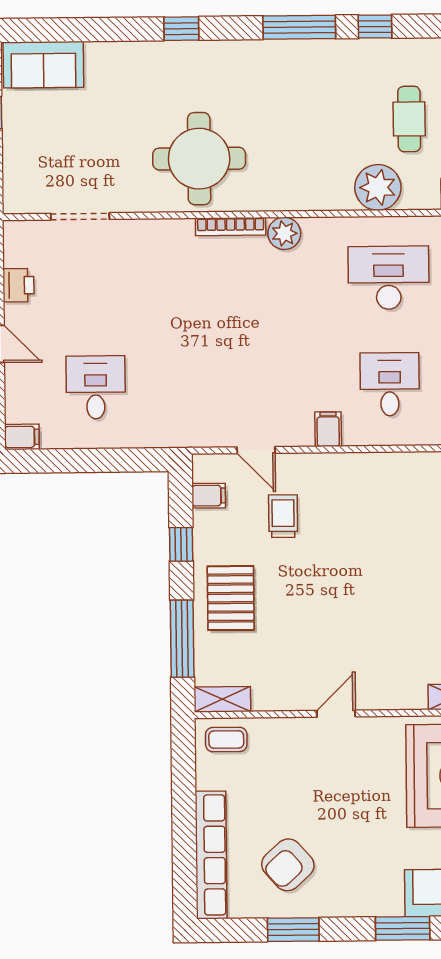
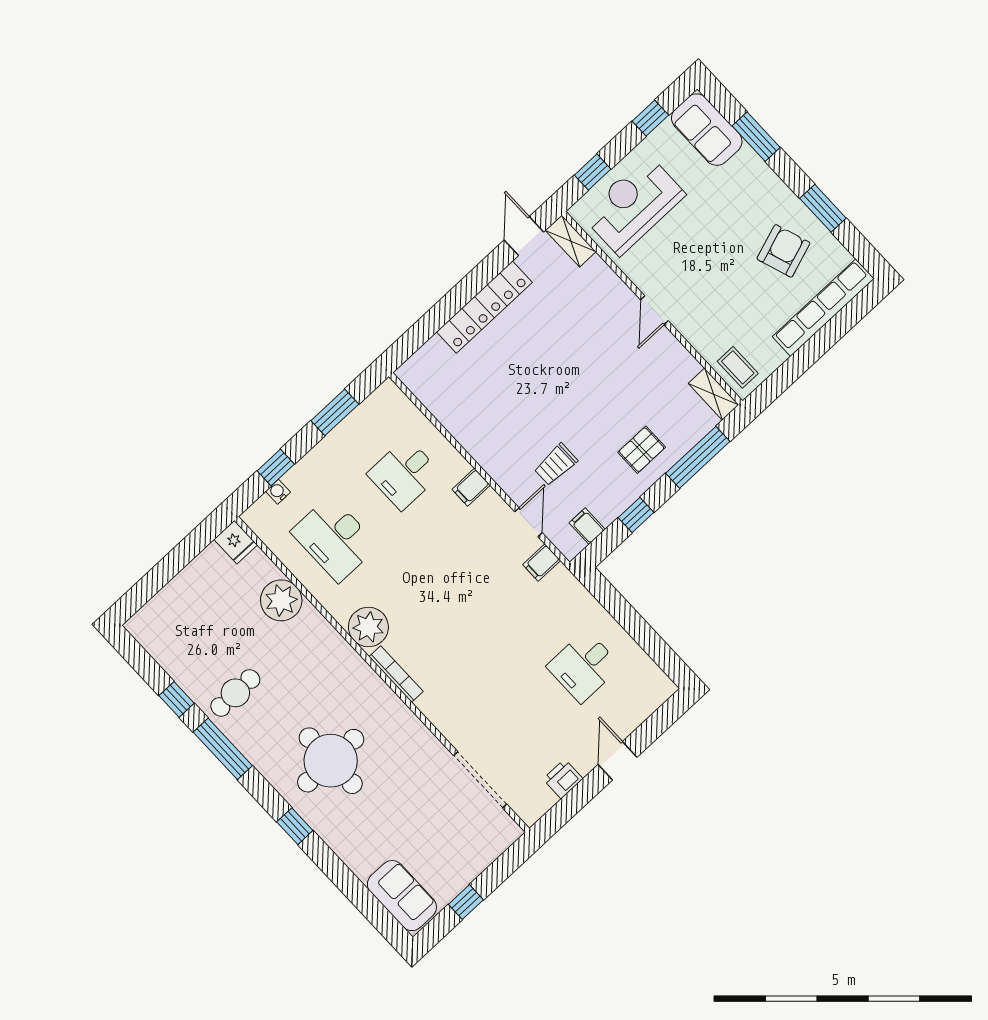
cafe table: (409, 119) -> (235, 693), moved
round table: (199, 159) -> (331, 761), moved
doorway: (80, 216) -> (480, 780), width x1.36
plant: (284, 233) -> (368, 627), width x1.36, depth x1.36
filing cabinet: (22, 437) -> (542, 563), moved, turned -90
pallet: (231, 598) -> (642, 450), width x0.67, depth x0.71
door: (336, 714) -> (654, 310), hinge flipped
armchair: (288, 865) -> (783, 251), turned -67

